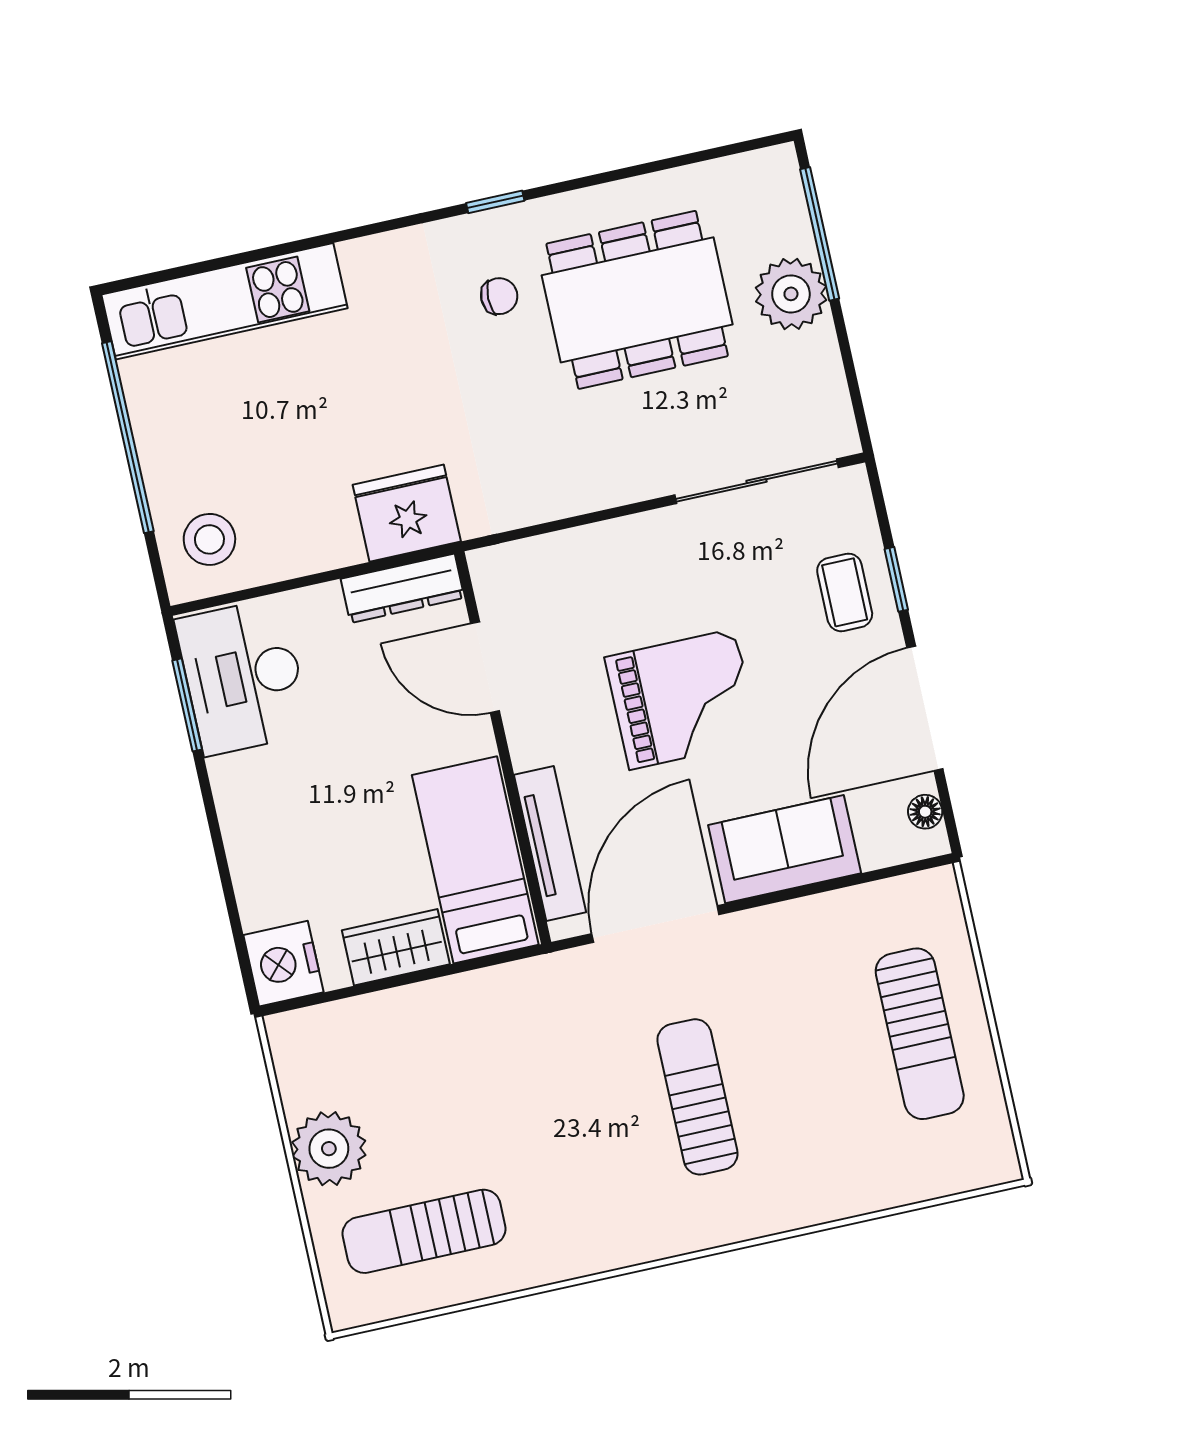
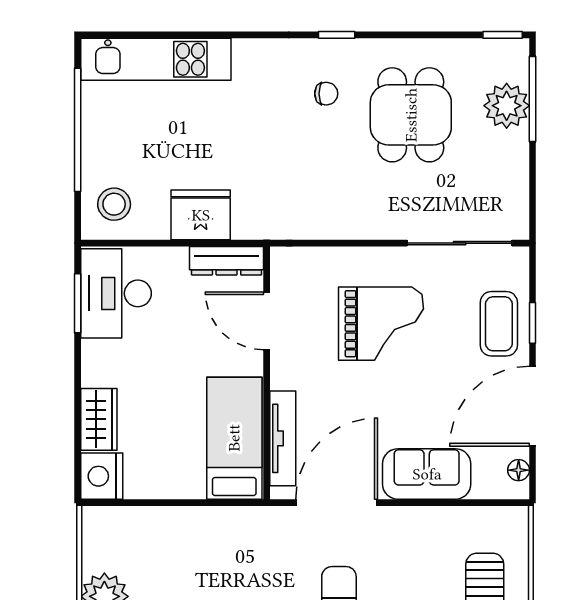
window: (752, 145) -> (503, 35), added
plant: (791, 294) -> (507, 106), moved
dining table: (637, 300) -> (411, 115), width x0.73
fridge: (407, 513) -> (201, 215), moved
coffee table: (845, 592) -> (499, 324), width x1.36, depth x1.30
grand piano: (682, 699) -> (381, 324), moved
wardrobe: (396, 947) -> (99, 419), moved, turned 90

